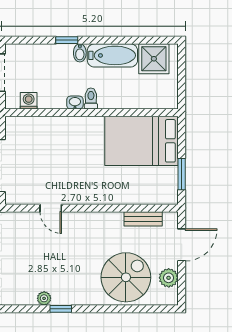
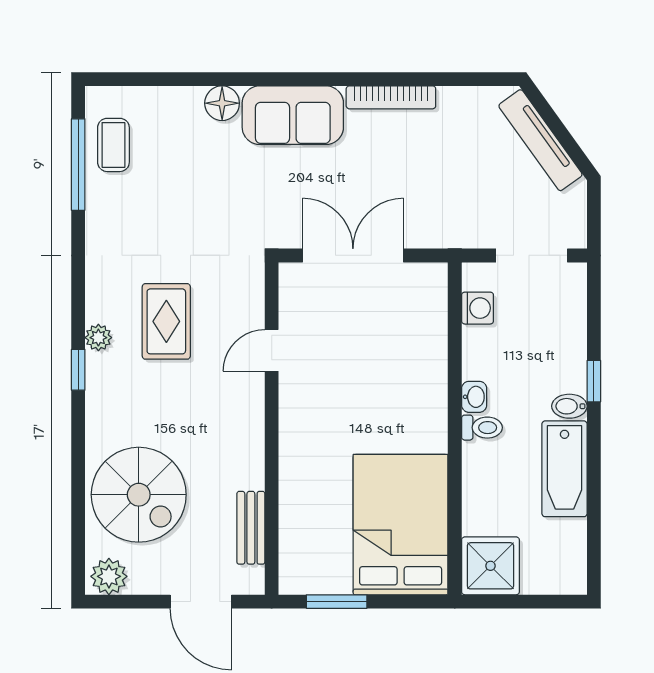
shower: (154, 59) -> (490, 566), moved
rug: (36, 263) -> (166, 321), added
plant: (169, 278) -> (109, 576), moved

